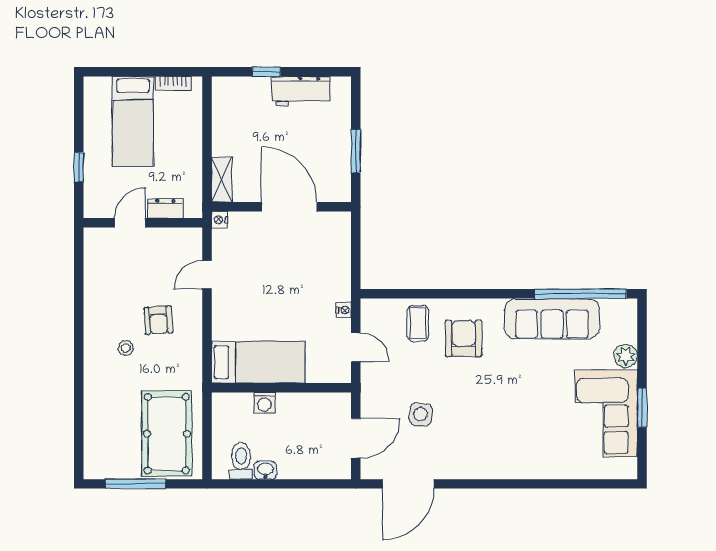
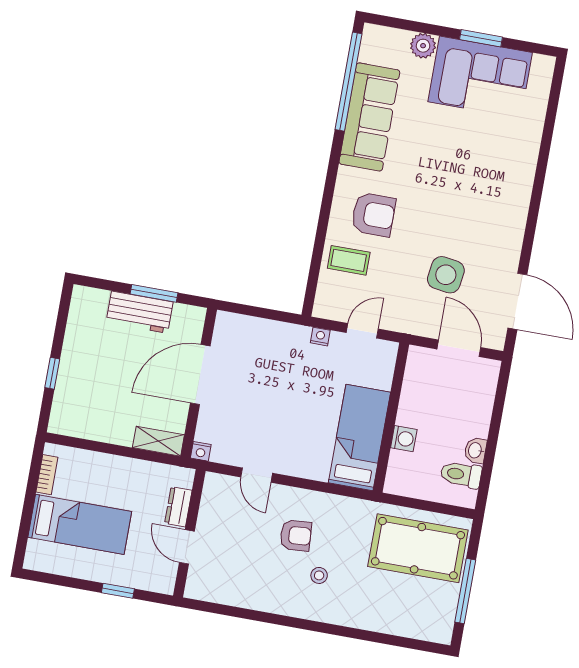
workbench: (301, 91) -> (140, 312), moved, turned 90
armchair: (464, 338) -> (373, 215), turned 180
side table: (421, 414) -> (446, 275), width x1.37, depth x1.37

